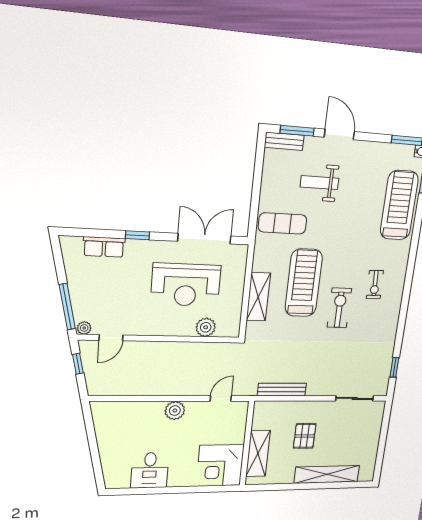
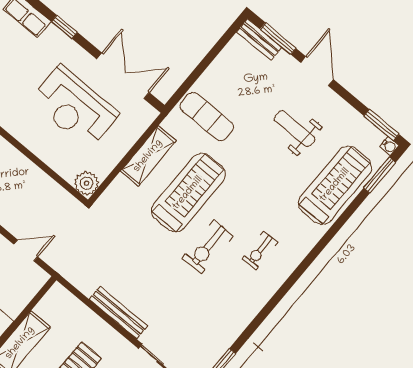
weight bench: (320, 183) -> (295, 129), moved
shelving: (258, 297) -> (148, 156), moved
exercise bike: (339, 308) -> (208, 247), turned 180
plant: (206, 327) -> (86, 183), moved
bench: (282, 390) -> (118, 313), moved

